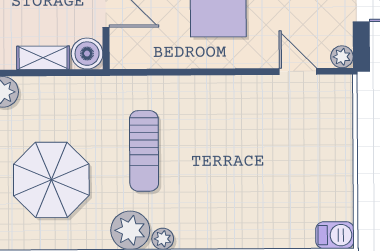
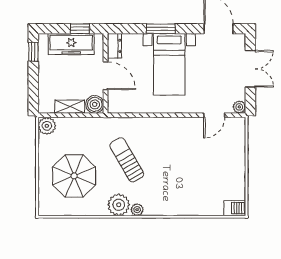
door: (298, 71) -> (214, 115), swing flipped
sun lounger: (144, 151) -> (127, 160), turned 150

